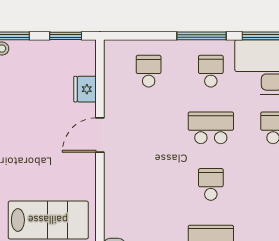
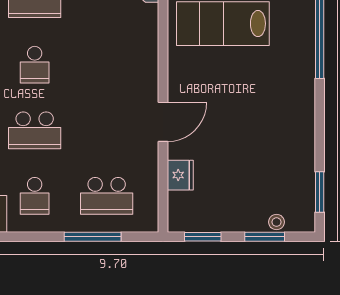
window: (202, 36) -> (93, 237), moved
school desk: (149, 71) -> (107, 196), width x1.85

